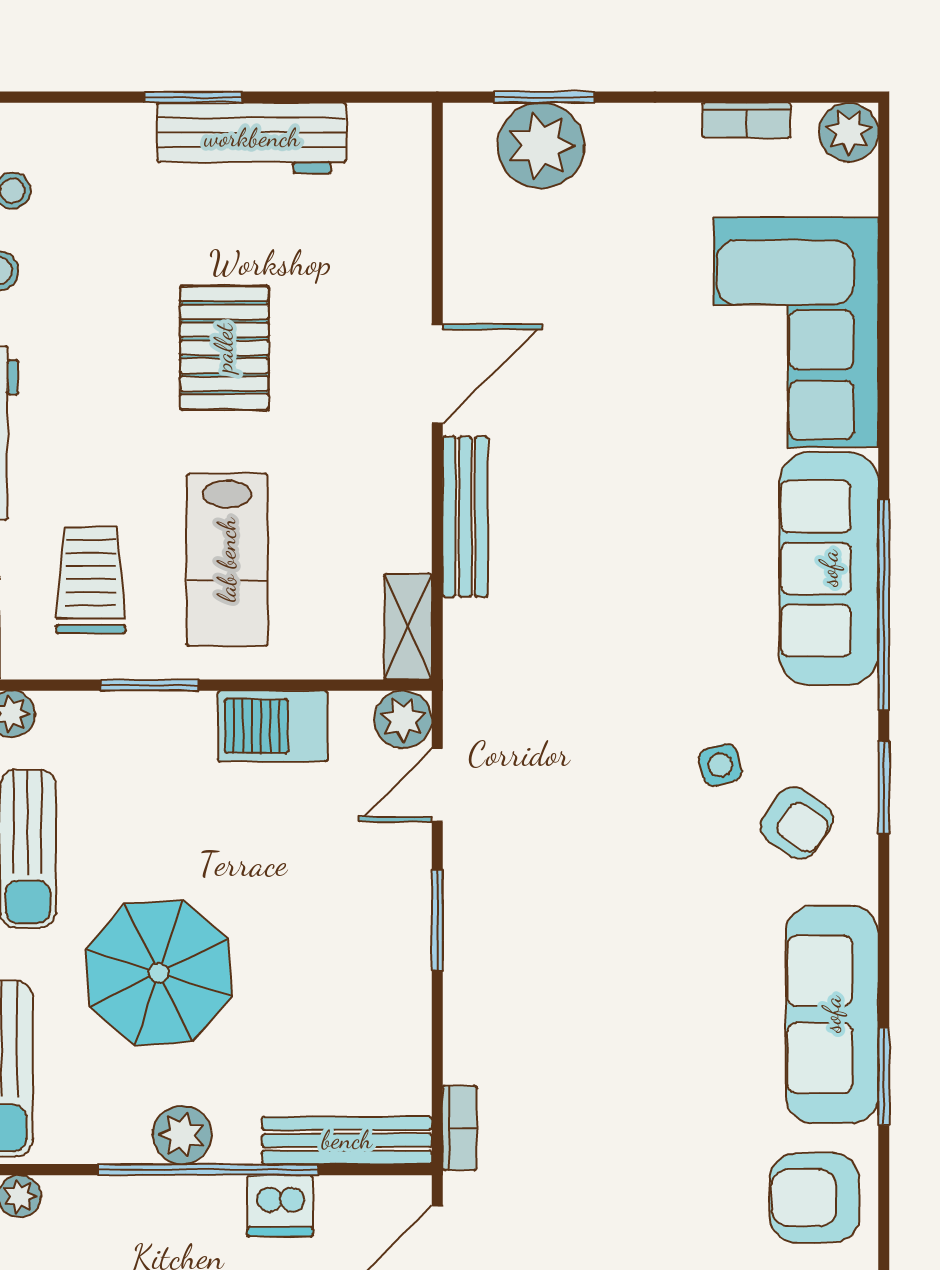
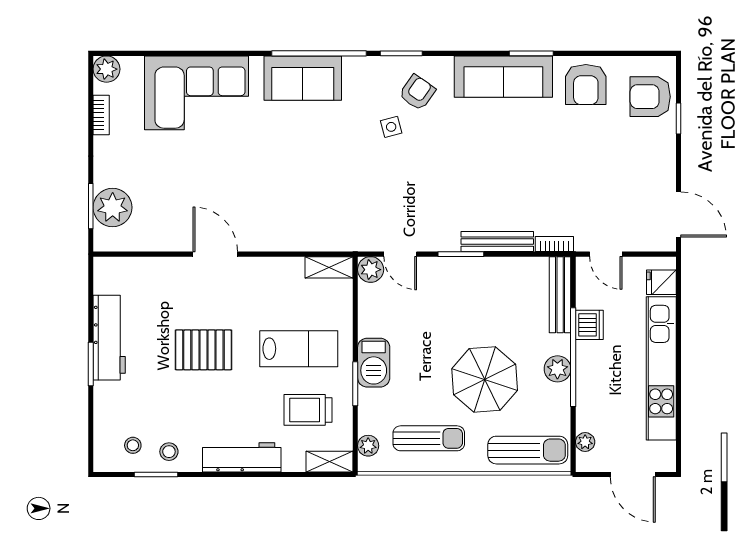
bench: (465, 517) -> (497, 242), moved
sofa: (829, 568) -> (303, 78), width x0.73
barbecue: (273, 726) -> (374, 363), moved

